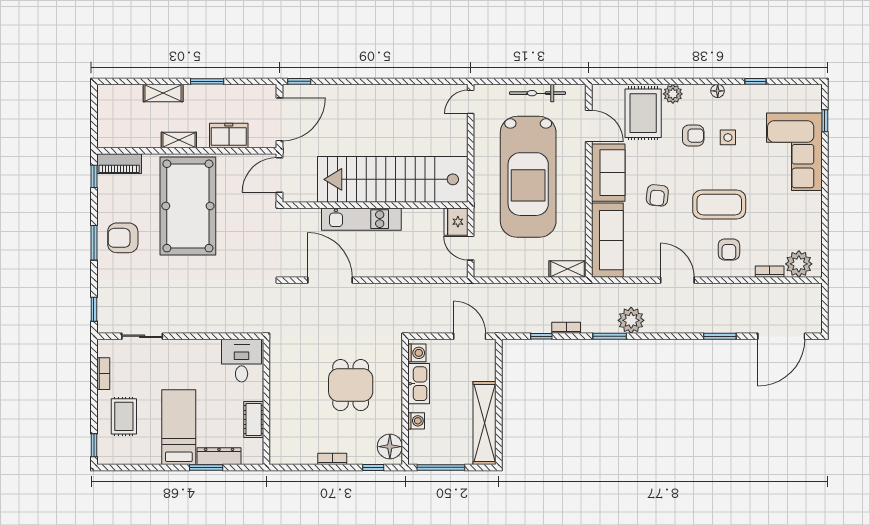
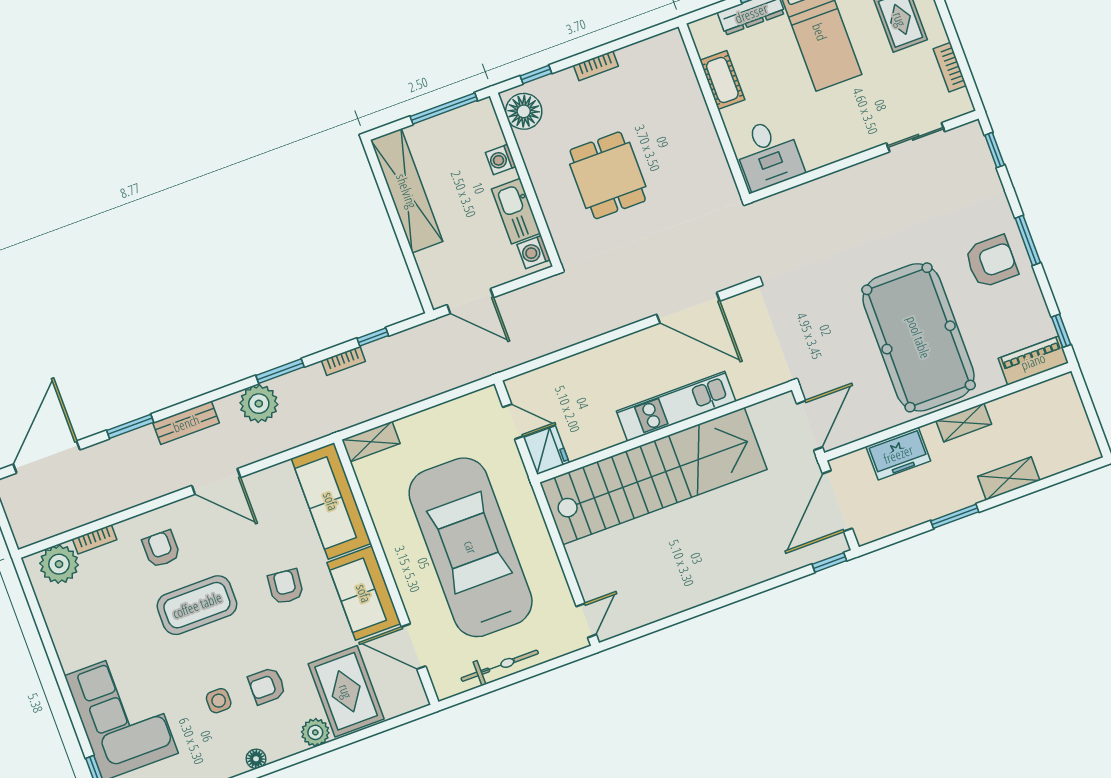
bench: (683, 325) -> (186, 423), added

